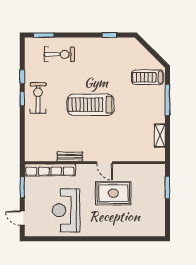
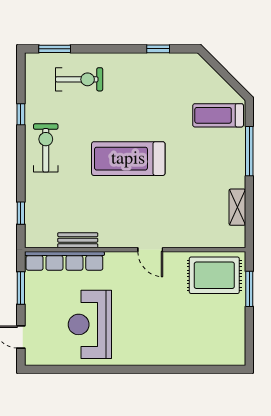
window: (22, 99) -> (21, 213), moved
bench: (70, 157) -> (78, 240), moved
rug: (113, 193) -> (214, 275), moved

